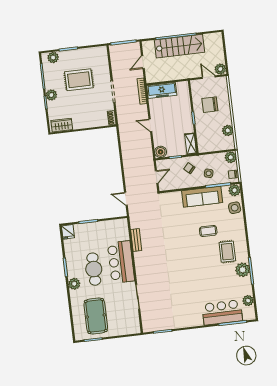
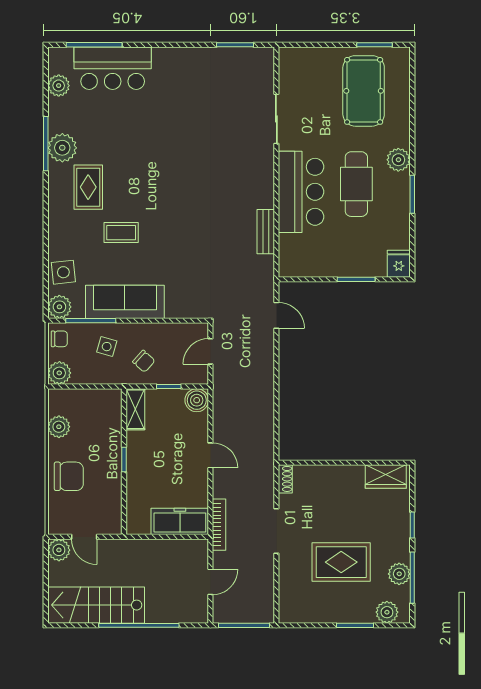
stairs: (179, 46) -> (96, 605), moved
plant: (51, 95) -> (399, 574), moved
chair: (210, 105) -> (69, 476), moved

